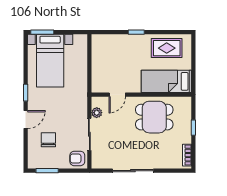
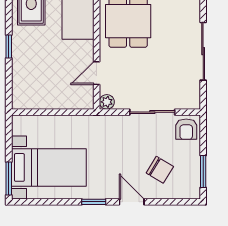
door: (117, 95) -> (97, 73), swing flipped
plant: (97, 113) -> (107, 102), moved
chair: (48, 140) -> (160, 170), turned -149

